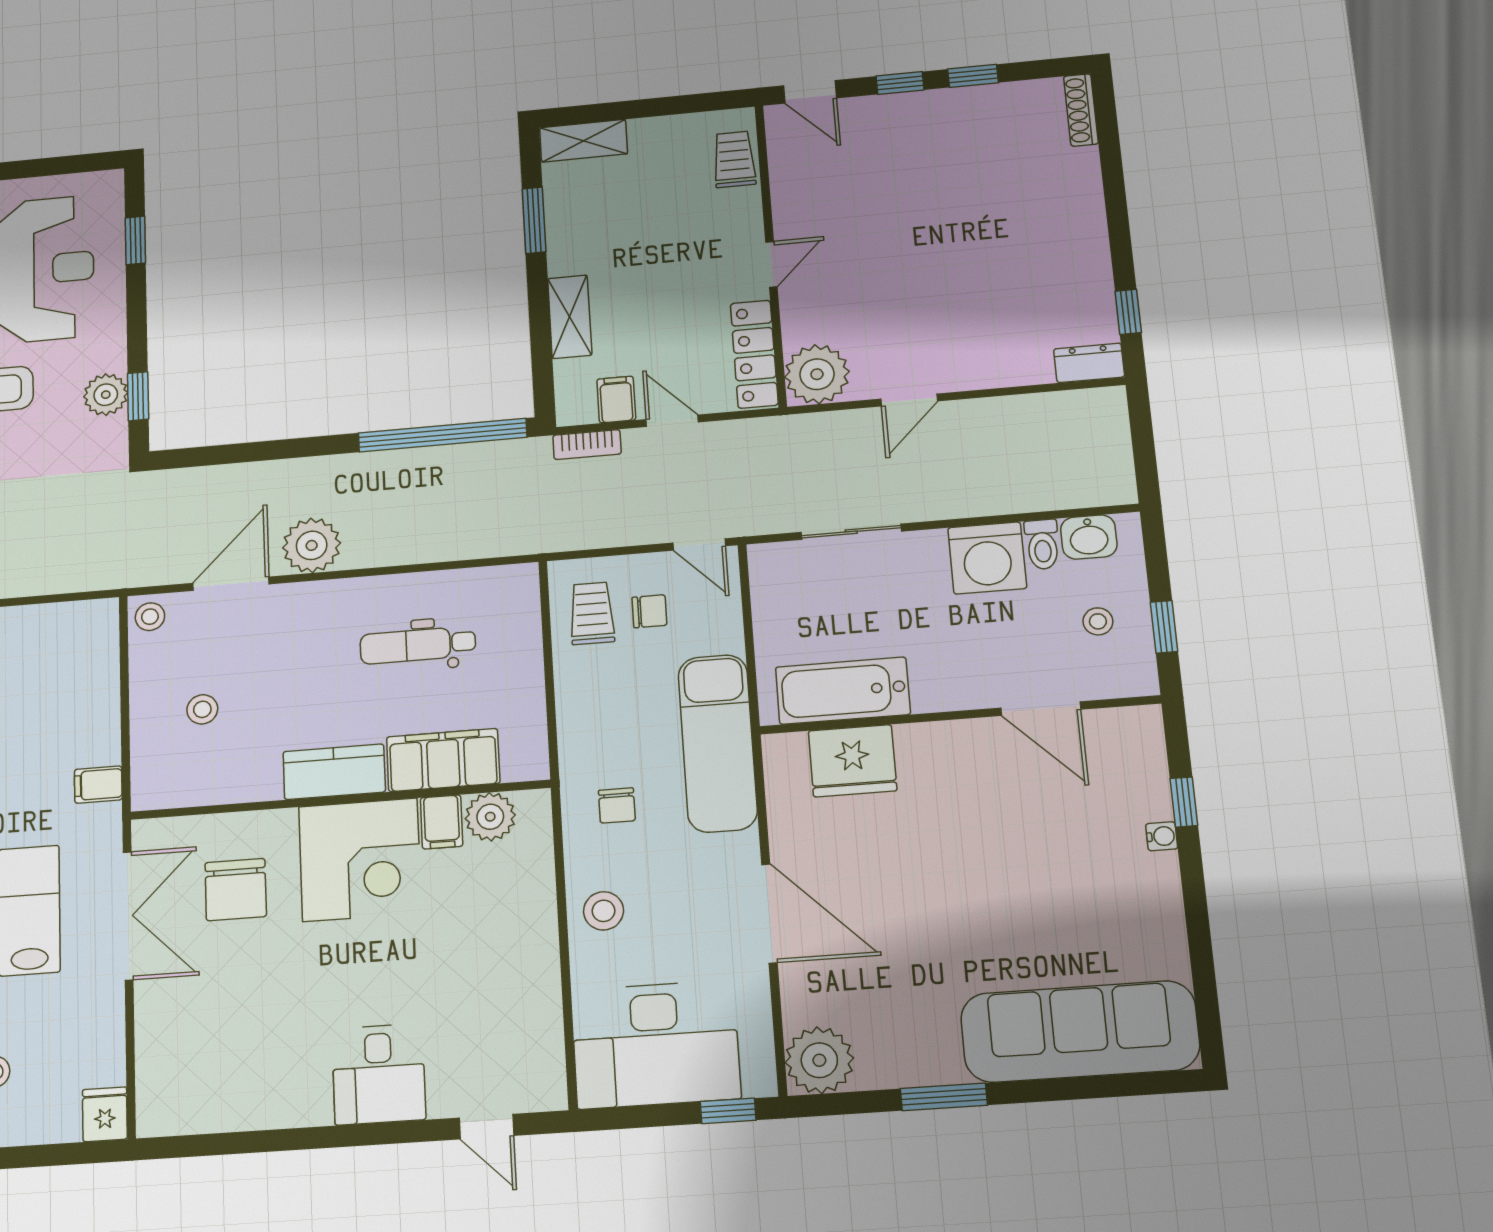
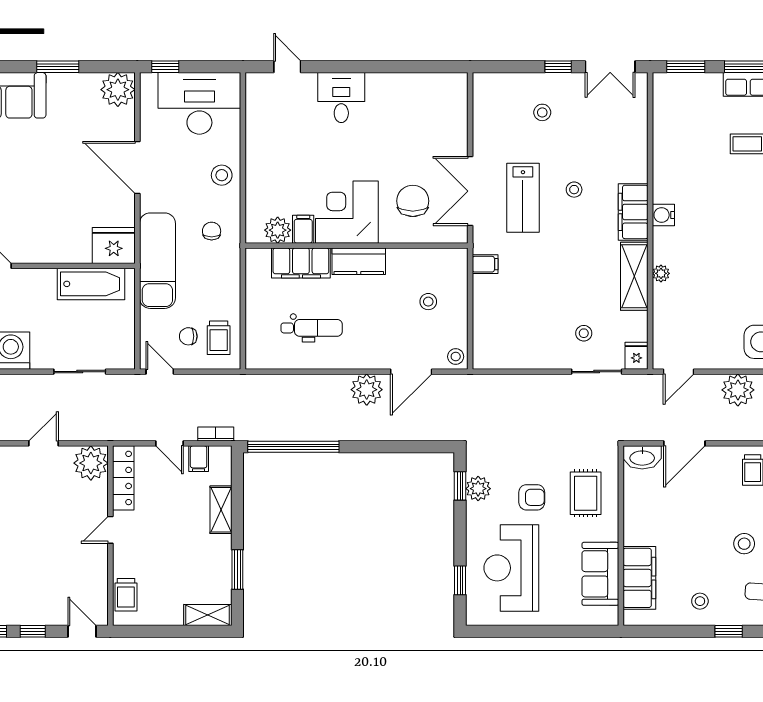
fridge: (853, 761) -> (114, 246), moved
fridge: (105, 1114) -> (484, 86), removed

